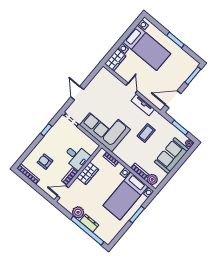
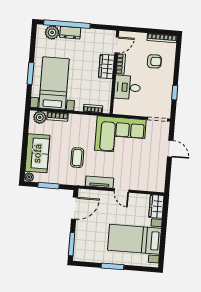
wardrobe: (88, 173) -> (106, 67), moved
plant: (78, 212) -> (52, 32), moved

